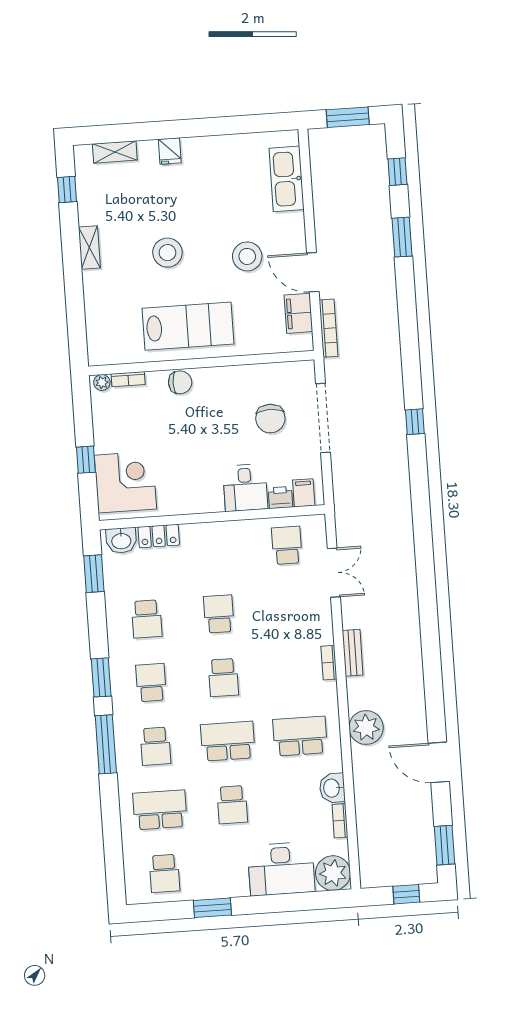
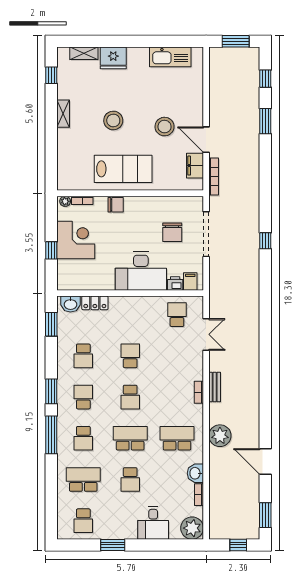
fridge: (170, 151) -> (113, 58), width x1.88, depth x1.34
kitchen sink: (287, 179) -> (170, 57), moved, turned -90
corner desk: (125, 482) -> (76, 240), moved
desk: (245, 488) -> (141, 271), width x1.87, depth x1.30
desk: (281, 869) -> (153, 523), width x0.73

